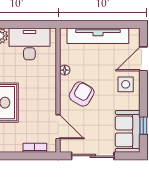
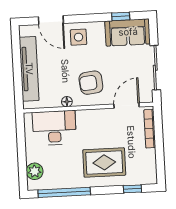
desk: (29, 44) -> (54, 128), moved, turned 90
armchair: (82, 94) -> (91, 83), turned -36
bookcase: (35, 148) -> (150, 129), width x1.56

